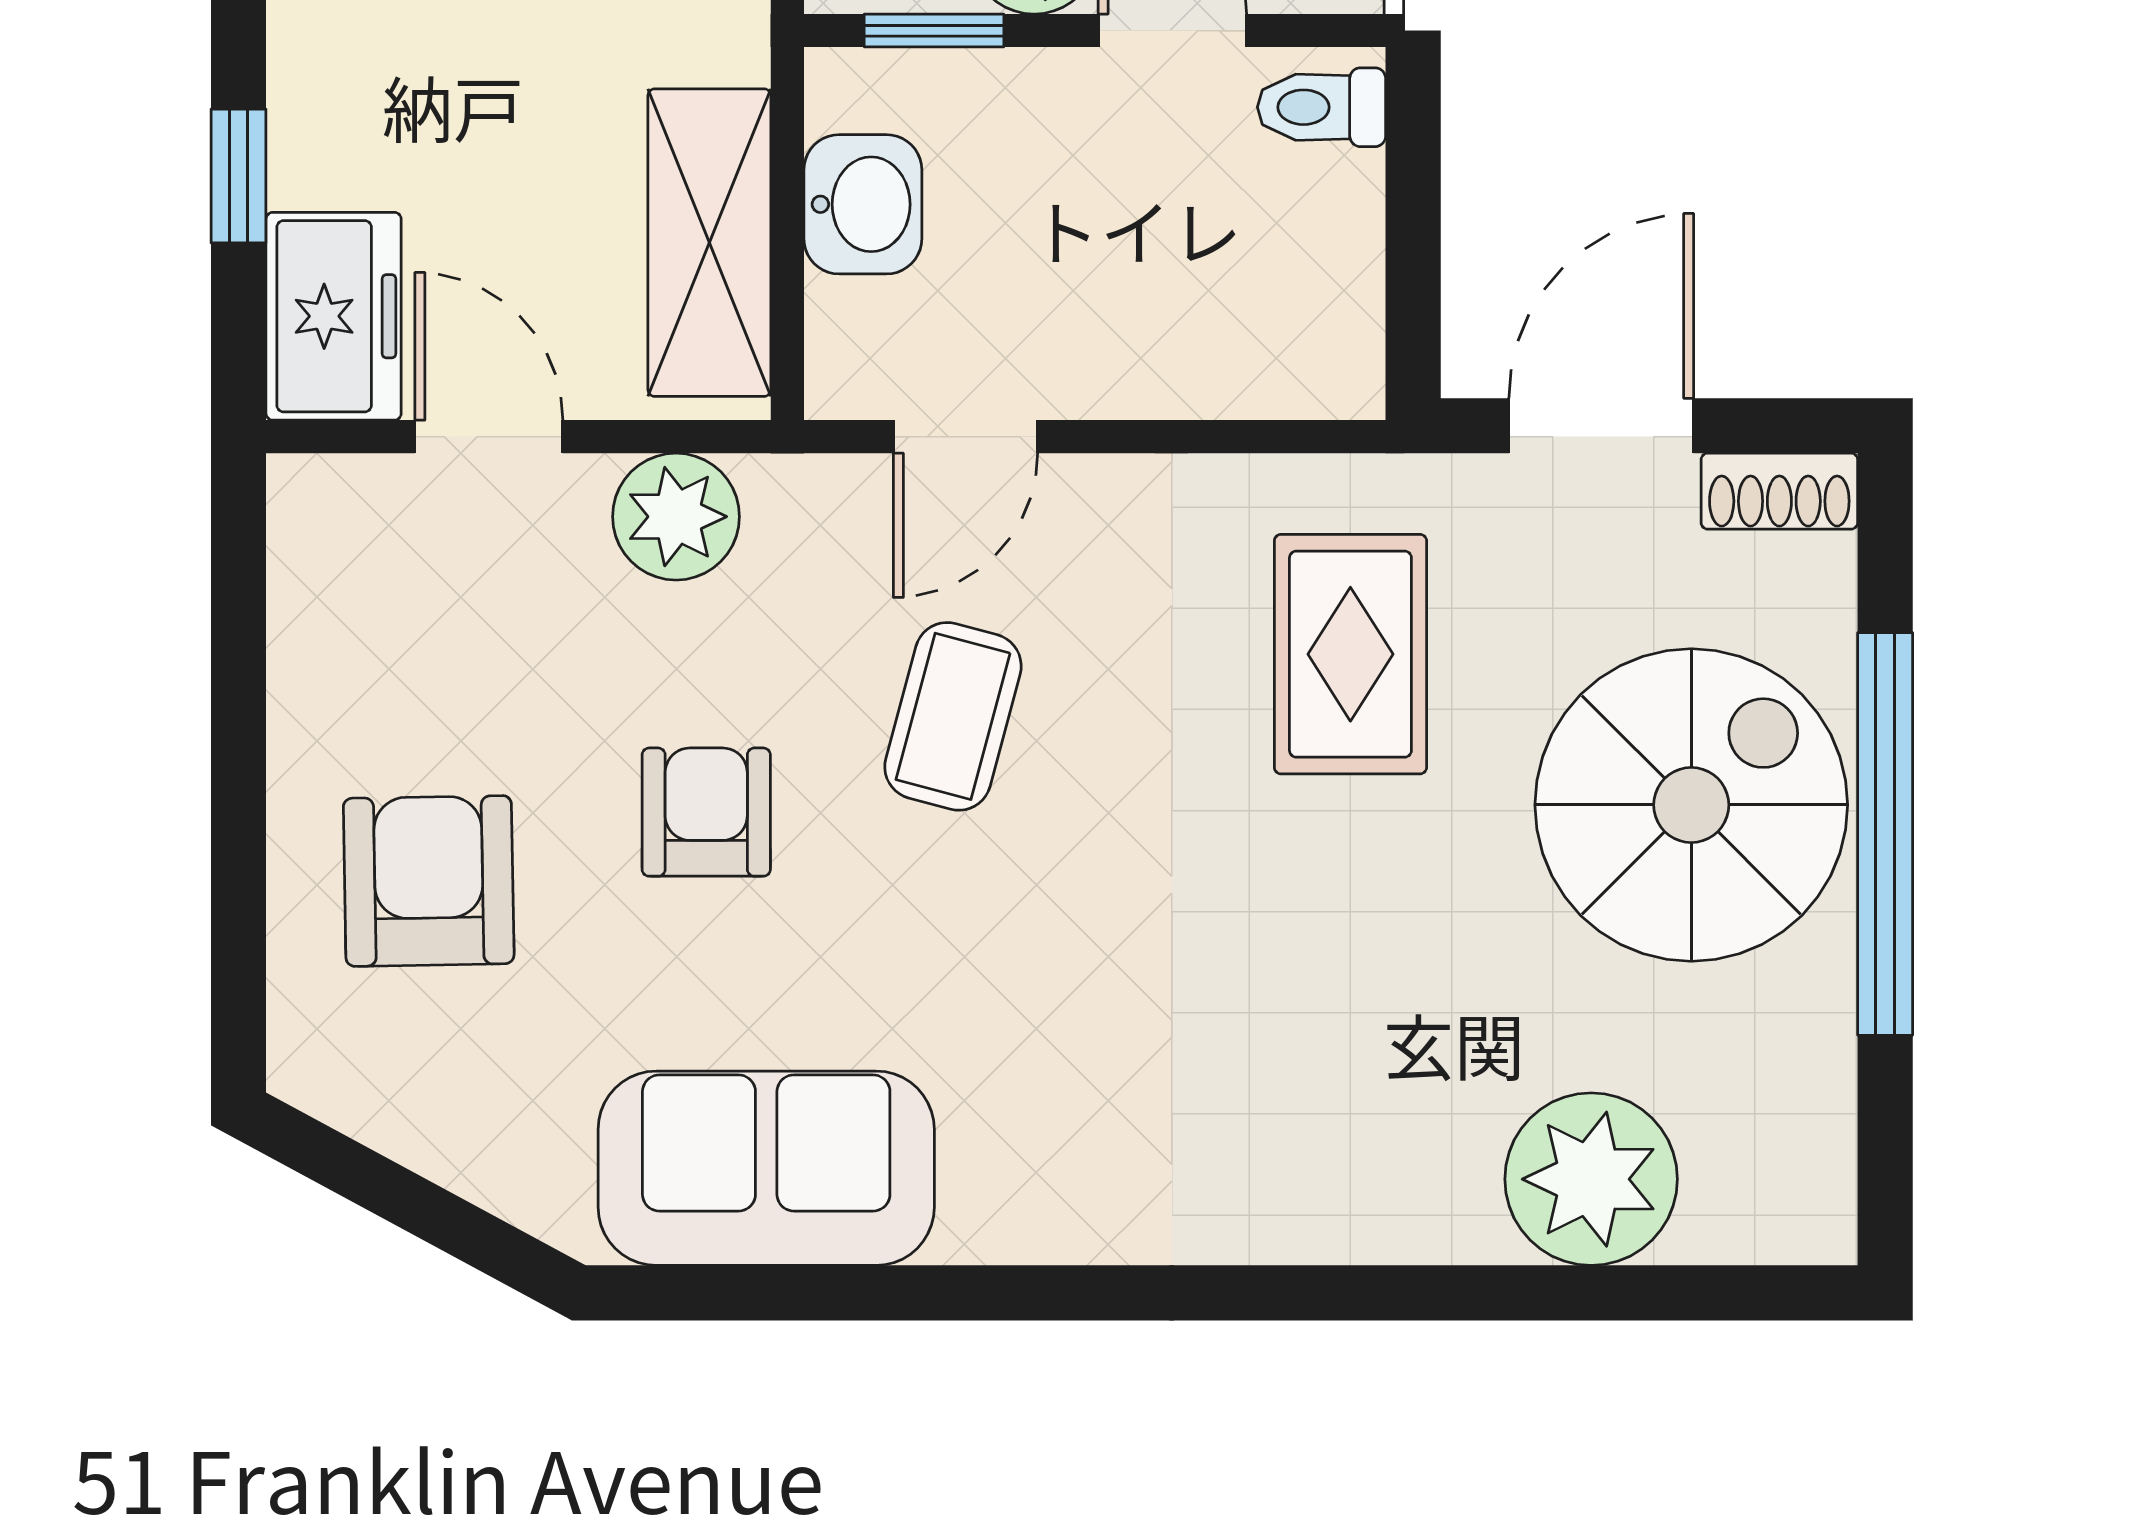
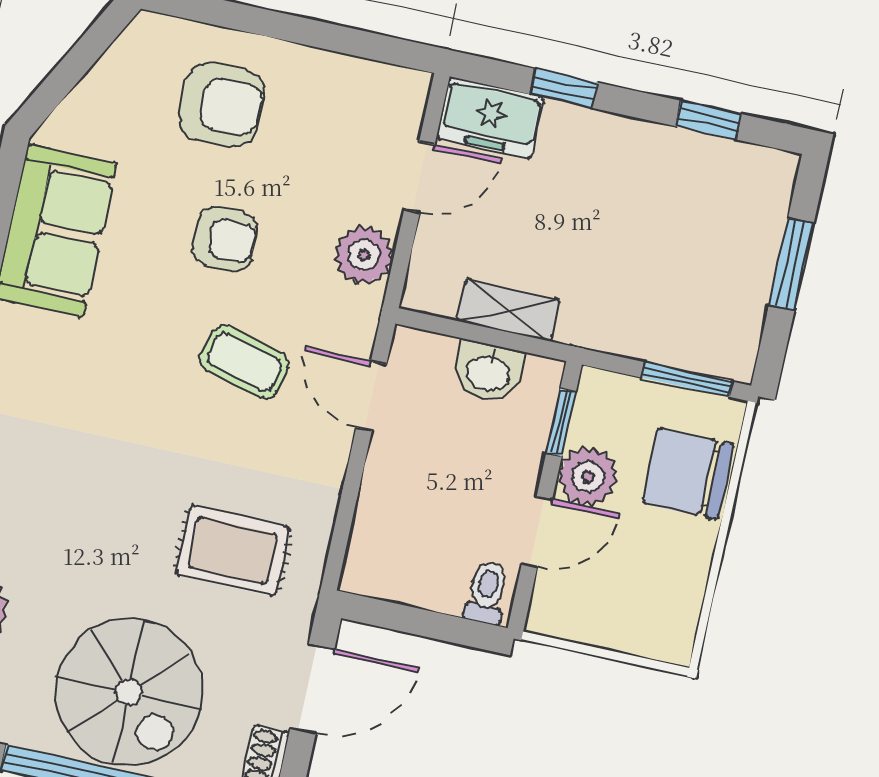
shelving: (709, 243) -> (508, 310), width x0.67, depth x0.75
door: (1601, 426) -> (312, 689), hinge flipped

